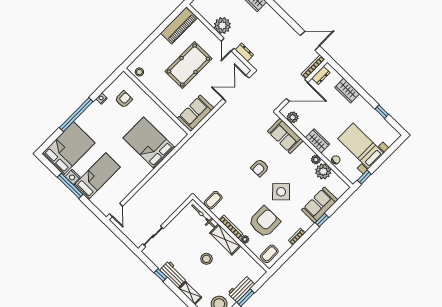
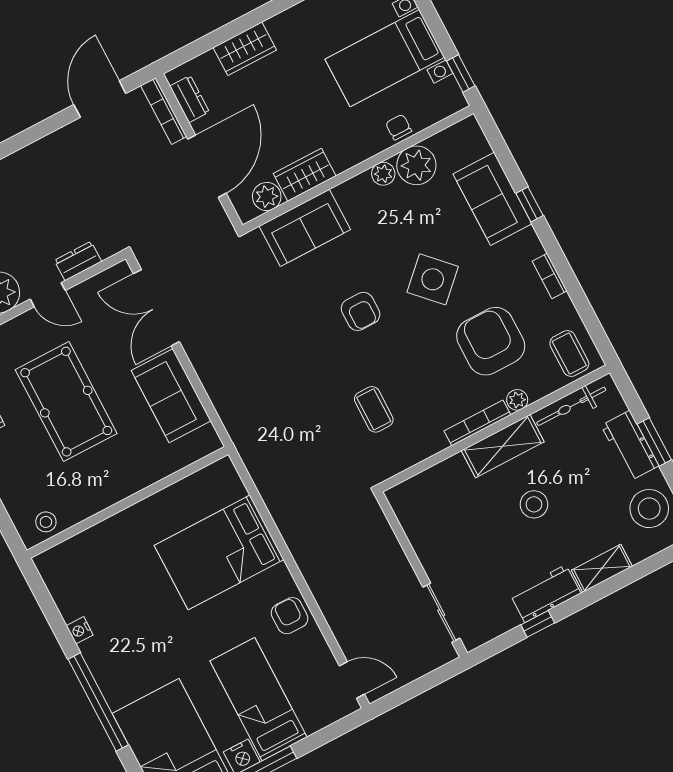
armchair: (124, 99) -> (290, 616), moved
sofa: (195, 113) -> (171, 396), moved
wardrobe: (317, 141) -> (305, 175), moved
coffee table: (213, 200) -> (374, 409), moved
bicycle: (203, 216) -> (571, 406), moved

